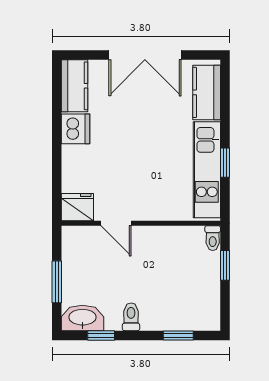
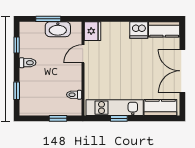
toilet: (213, 238) -> (74, 95), moved
washbasin: (82, 318) -> (58, 29), moved, turned 90

